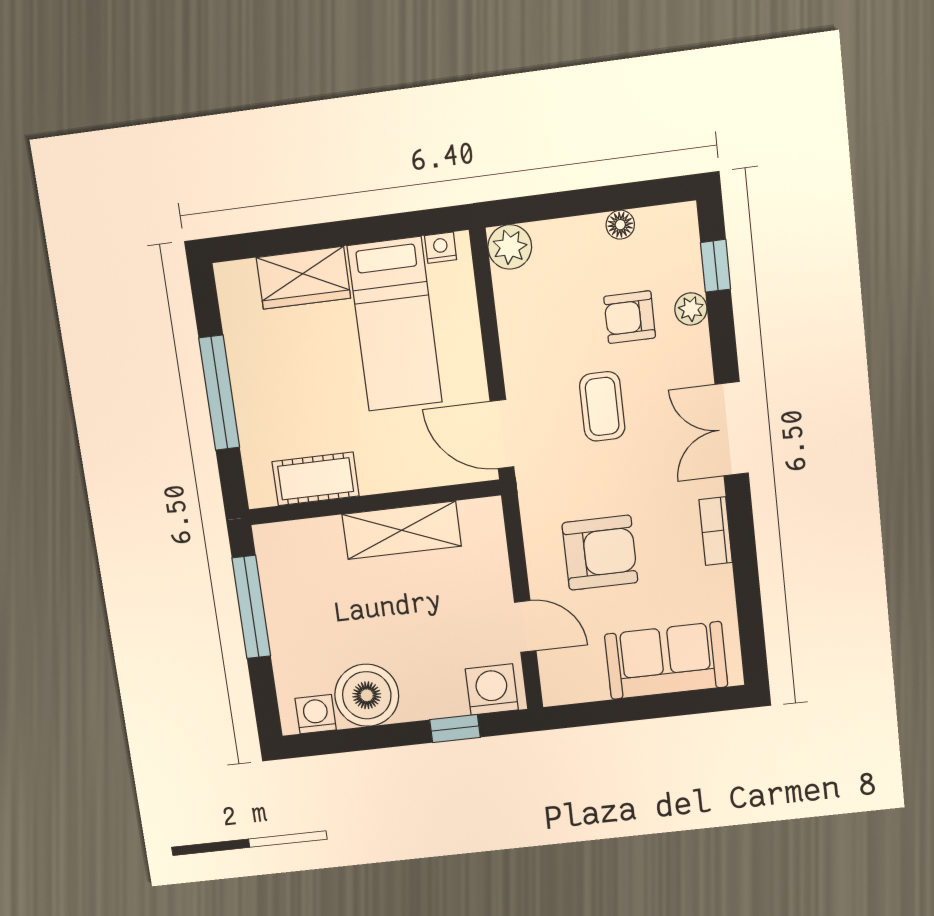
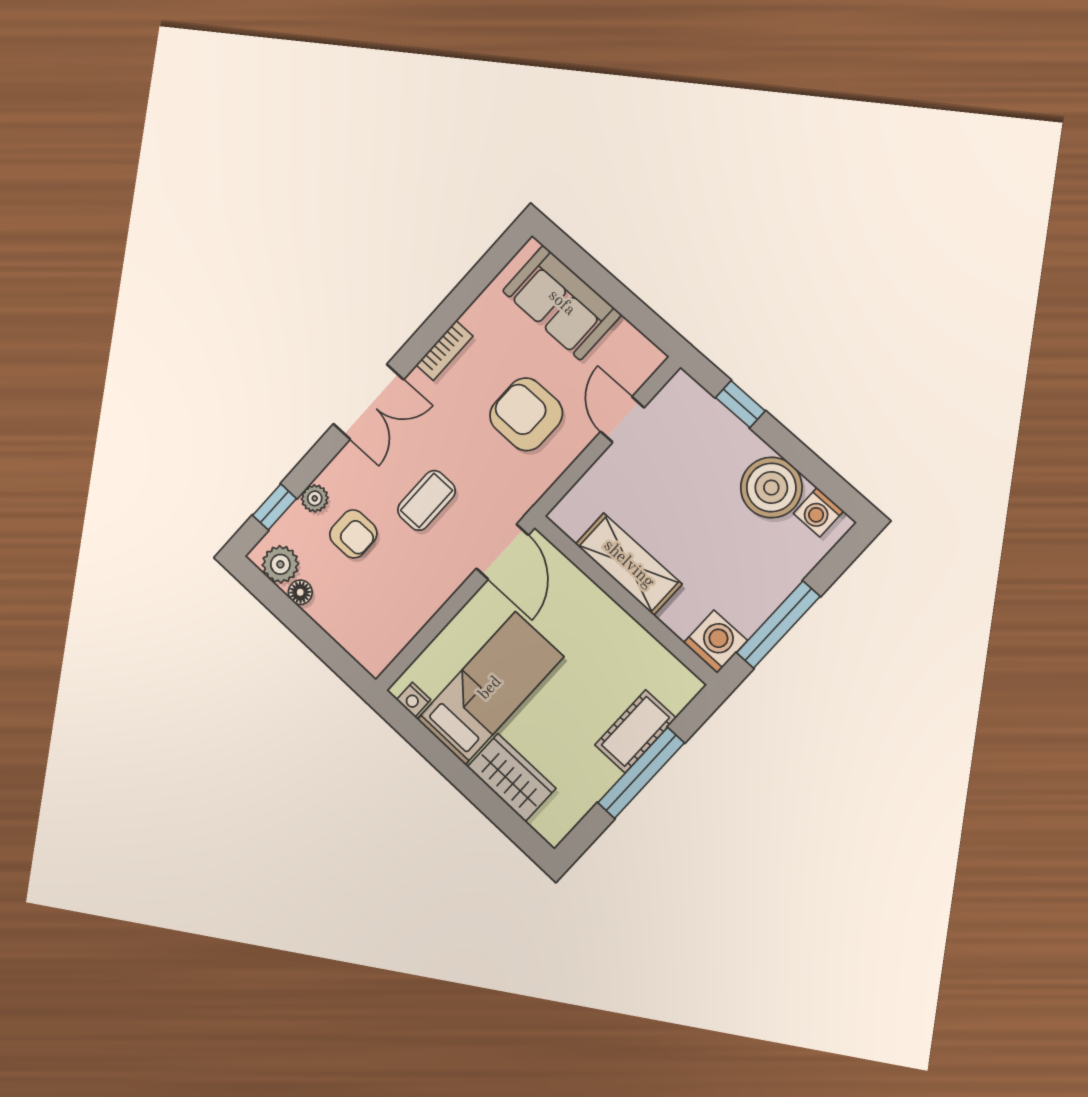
plant: (510, 247) -> (280, 564), moved
cot: (316, 479) -> (635, 731), moved, turned 90
washing machine: (492, 689) -> (715, 642), moved, turned 180

